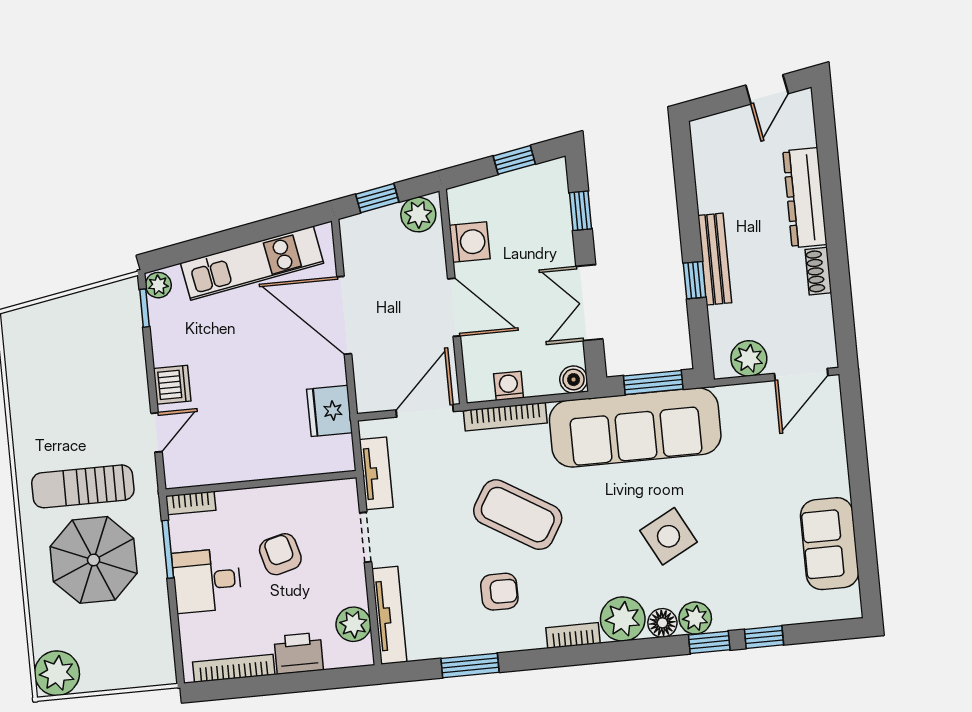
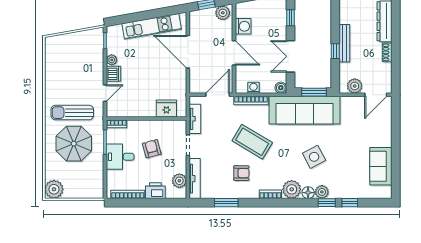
plant: (158, 285) -> (112, 60), moved
fridge: (330, 411) -> (166, 108), moved, turned 90

